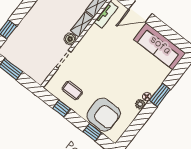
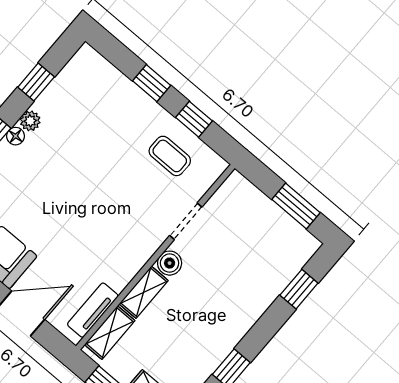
armchair: (104, 115) -> (107, 103), removed
window: (138, 123) -> (36, 82), added
window: (92, 132) -> (152, 83), moved

